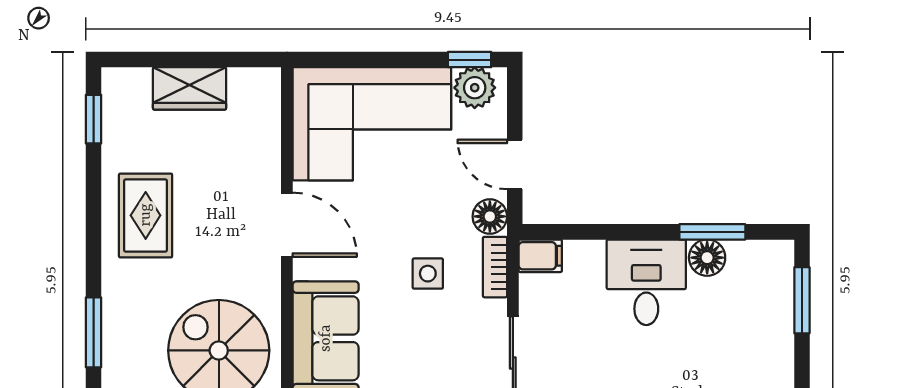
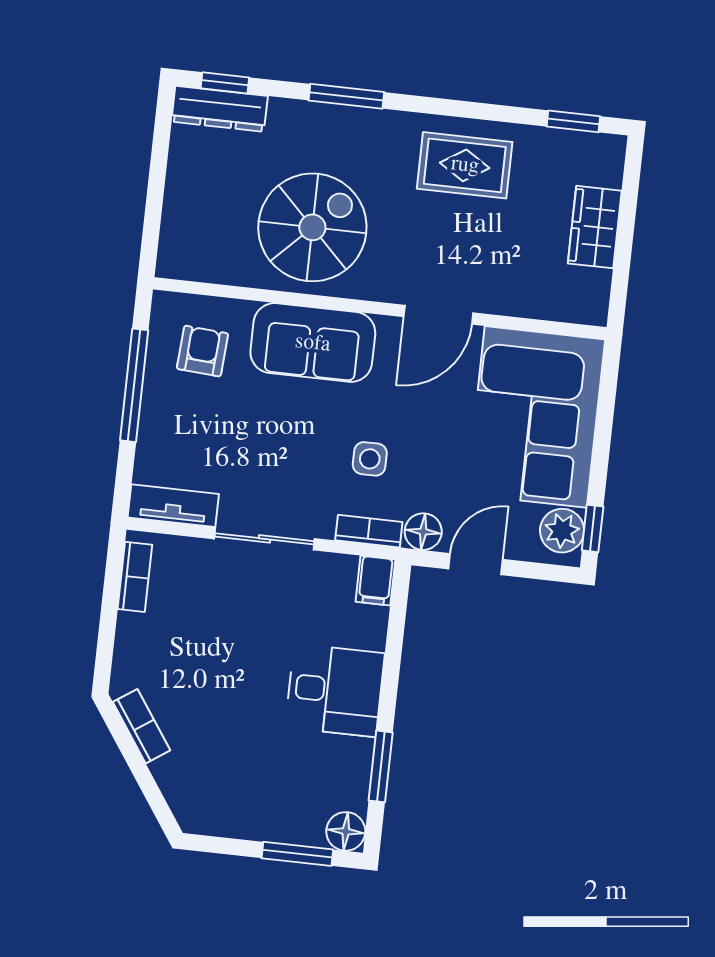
floor lamp: (707, 258) -> (346, 831), moved

